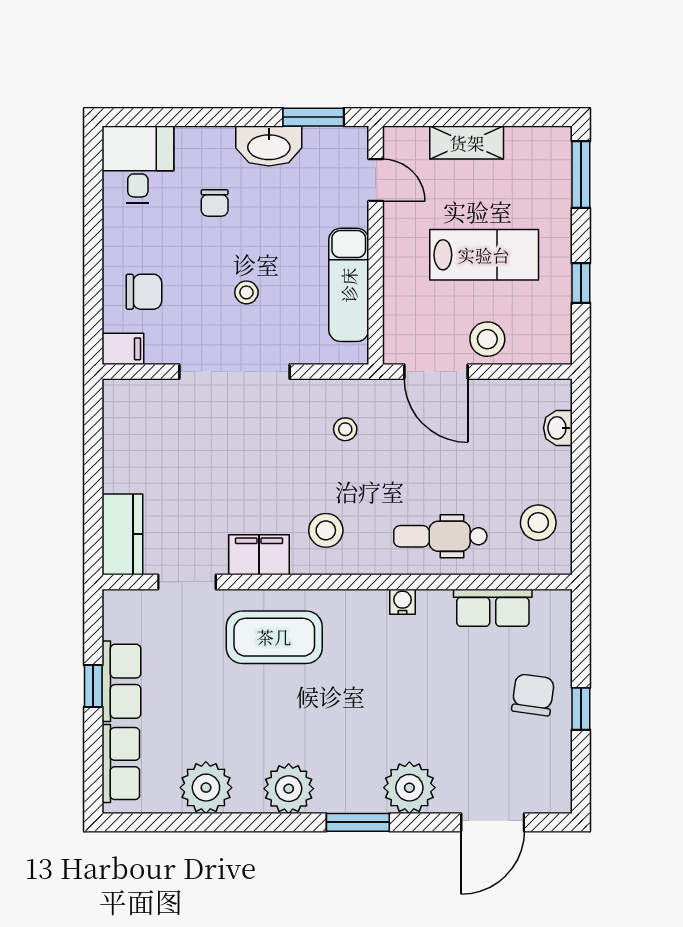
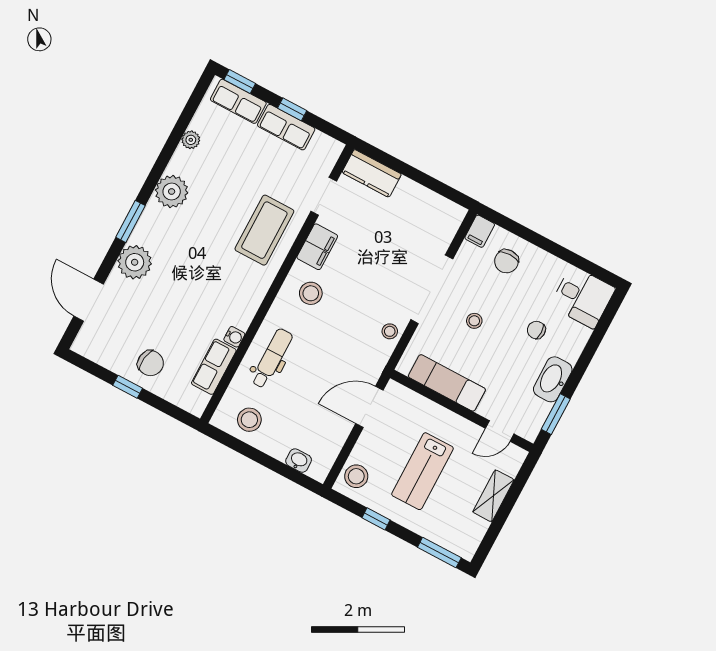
stool: (487, 339) -> (356, 476), moved
stool: (345, 429) -> (390, 331), moved
water cooler: (403, 602) -> (234, 337), moved
window: (93, 776) -> (240, 82), added
plant: (206, 788) -> (191, 140), width x0.53, depth x0.53

